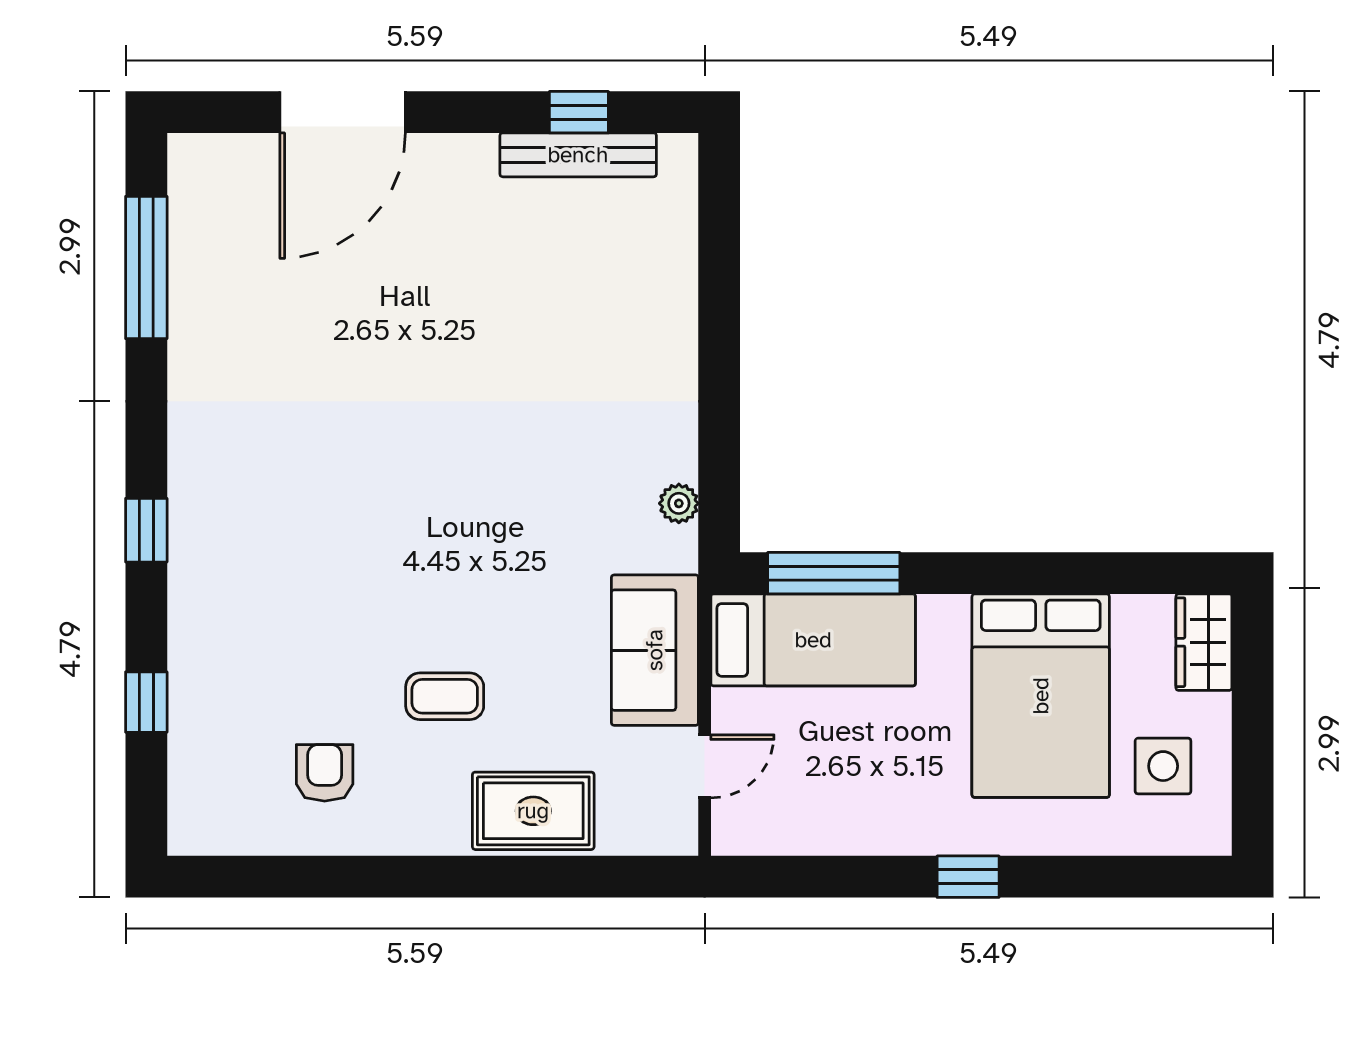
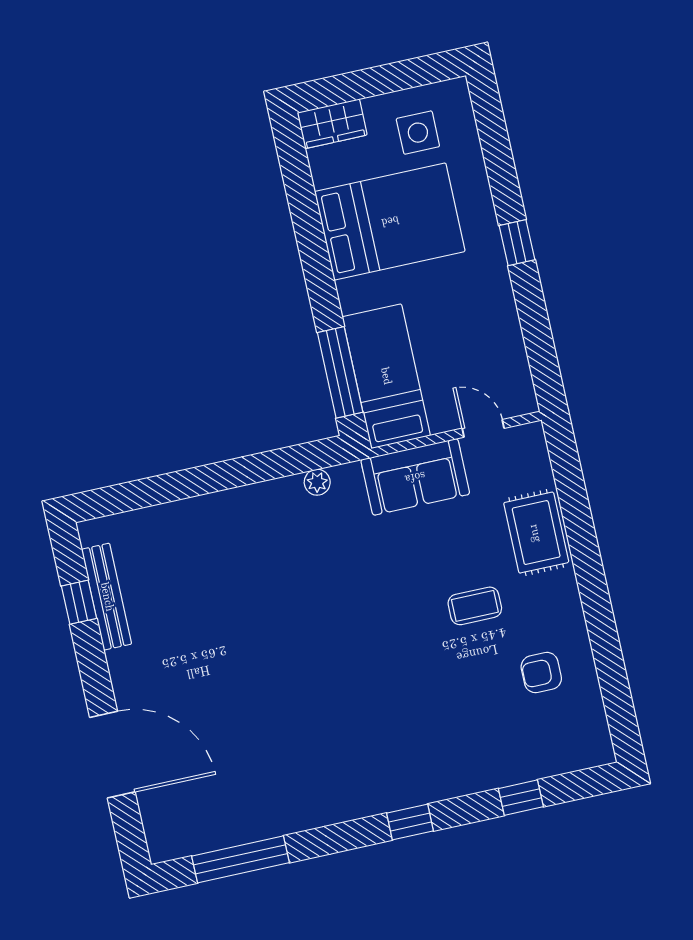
coffee table: (445, 696) -> (475, 606), turned 90

